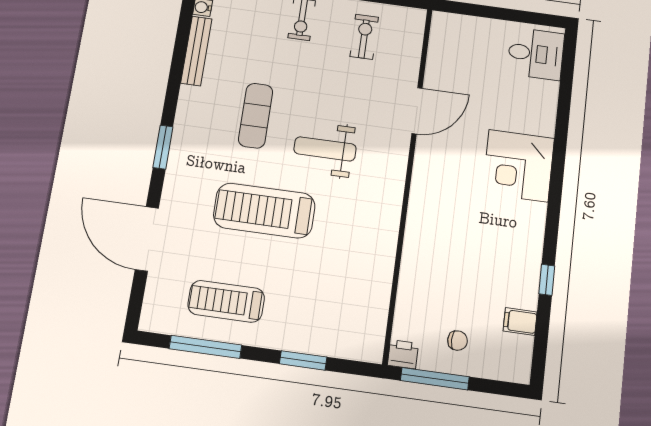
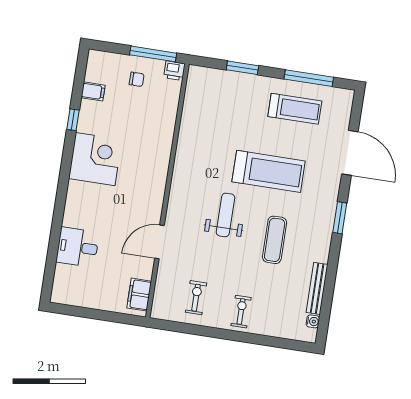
exercise bike: (364, 37) -> (196, 298), turned 180
filing cabinet: (443, 40) -> (139, 295), added
desk: (536, 54) -> (78, 247), moved
weight bench: (325, 149) -> (226, 215), turned -90
corner desk: (518, 166) -> (95, 159), moved
chair: (457, 341) -> (137, 79), turned 180

